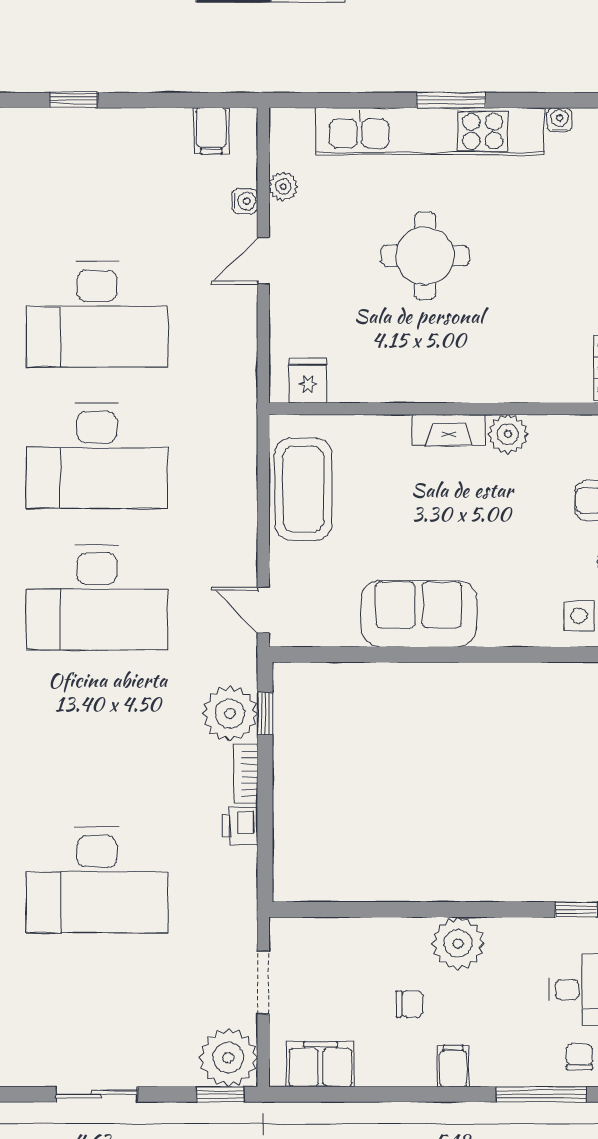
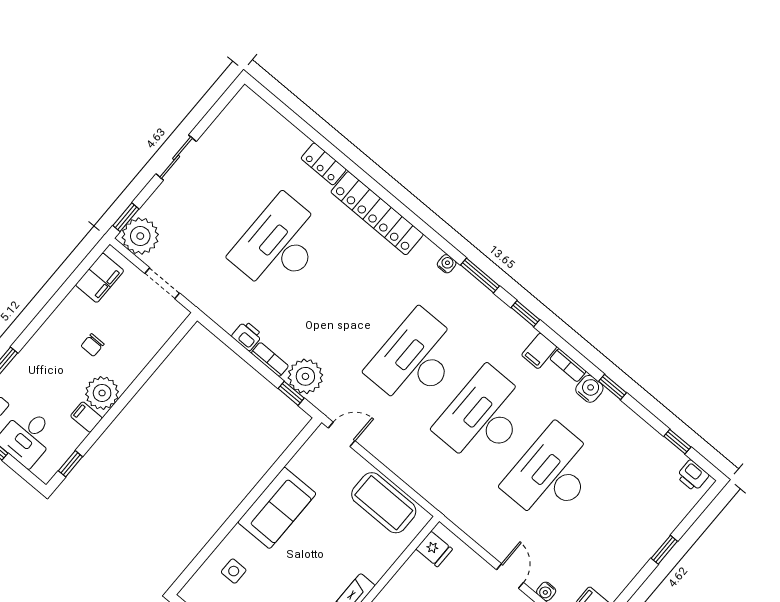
side table: (579, 616) -> (234, 571), moved
filing cabinet: (453, 1066) -> (86, 417), moved, turned 180

